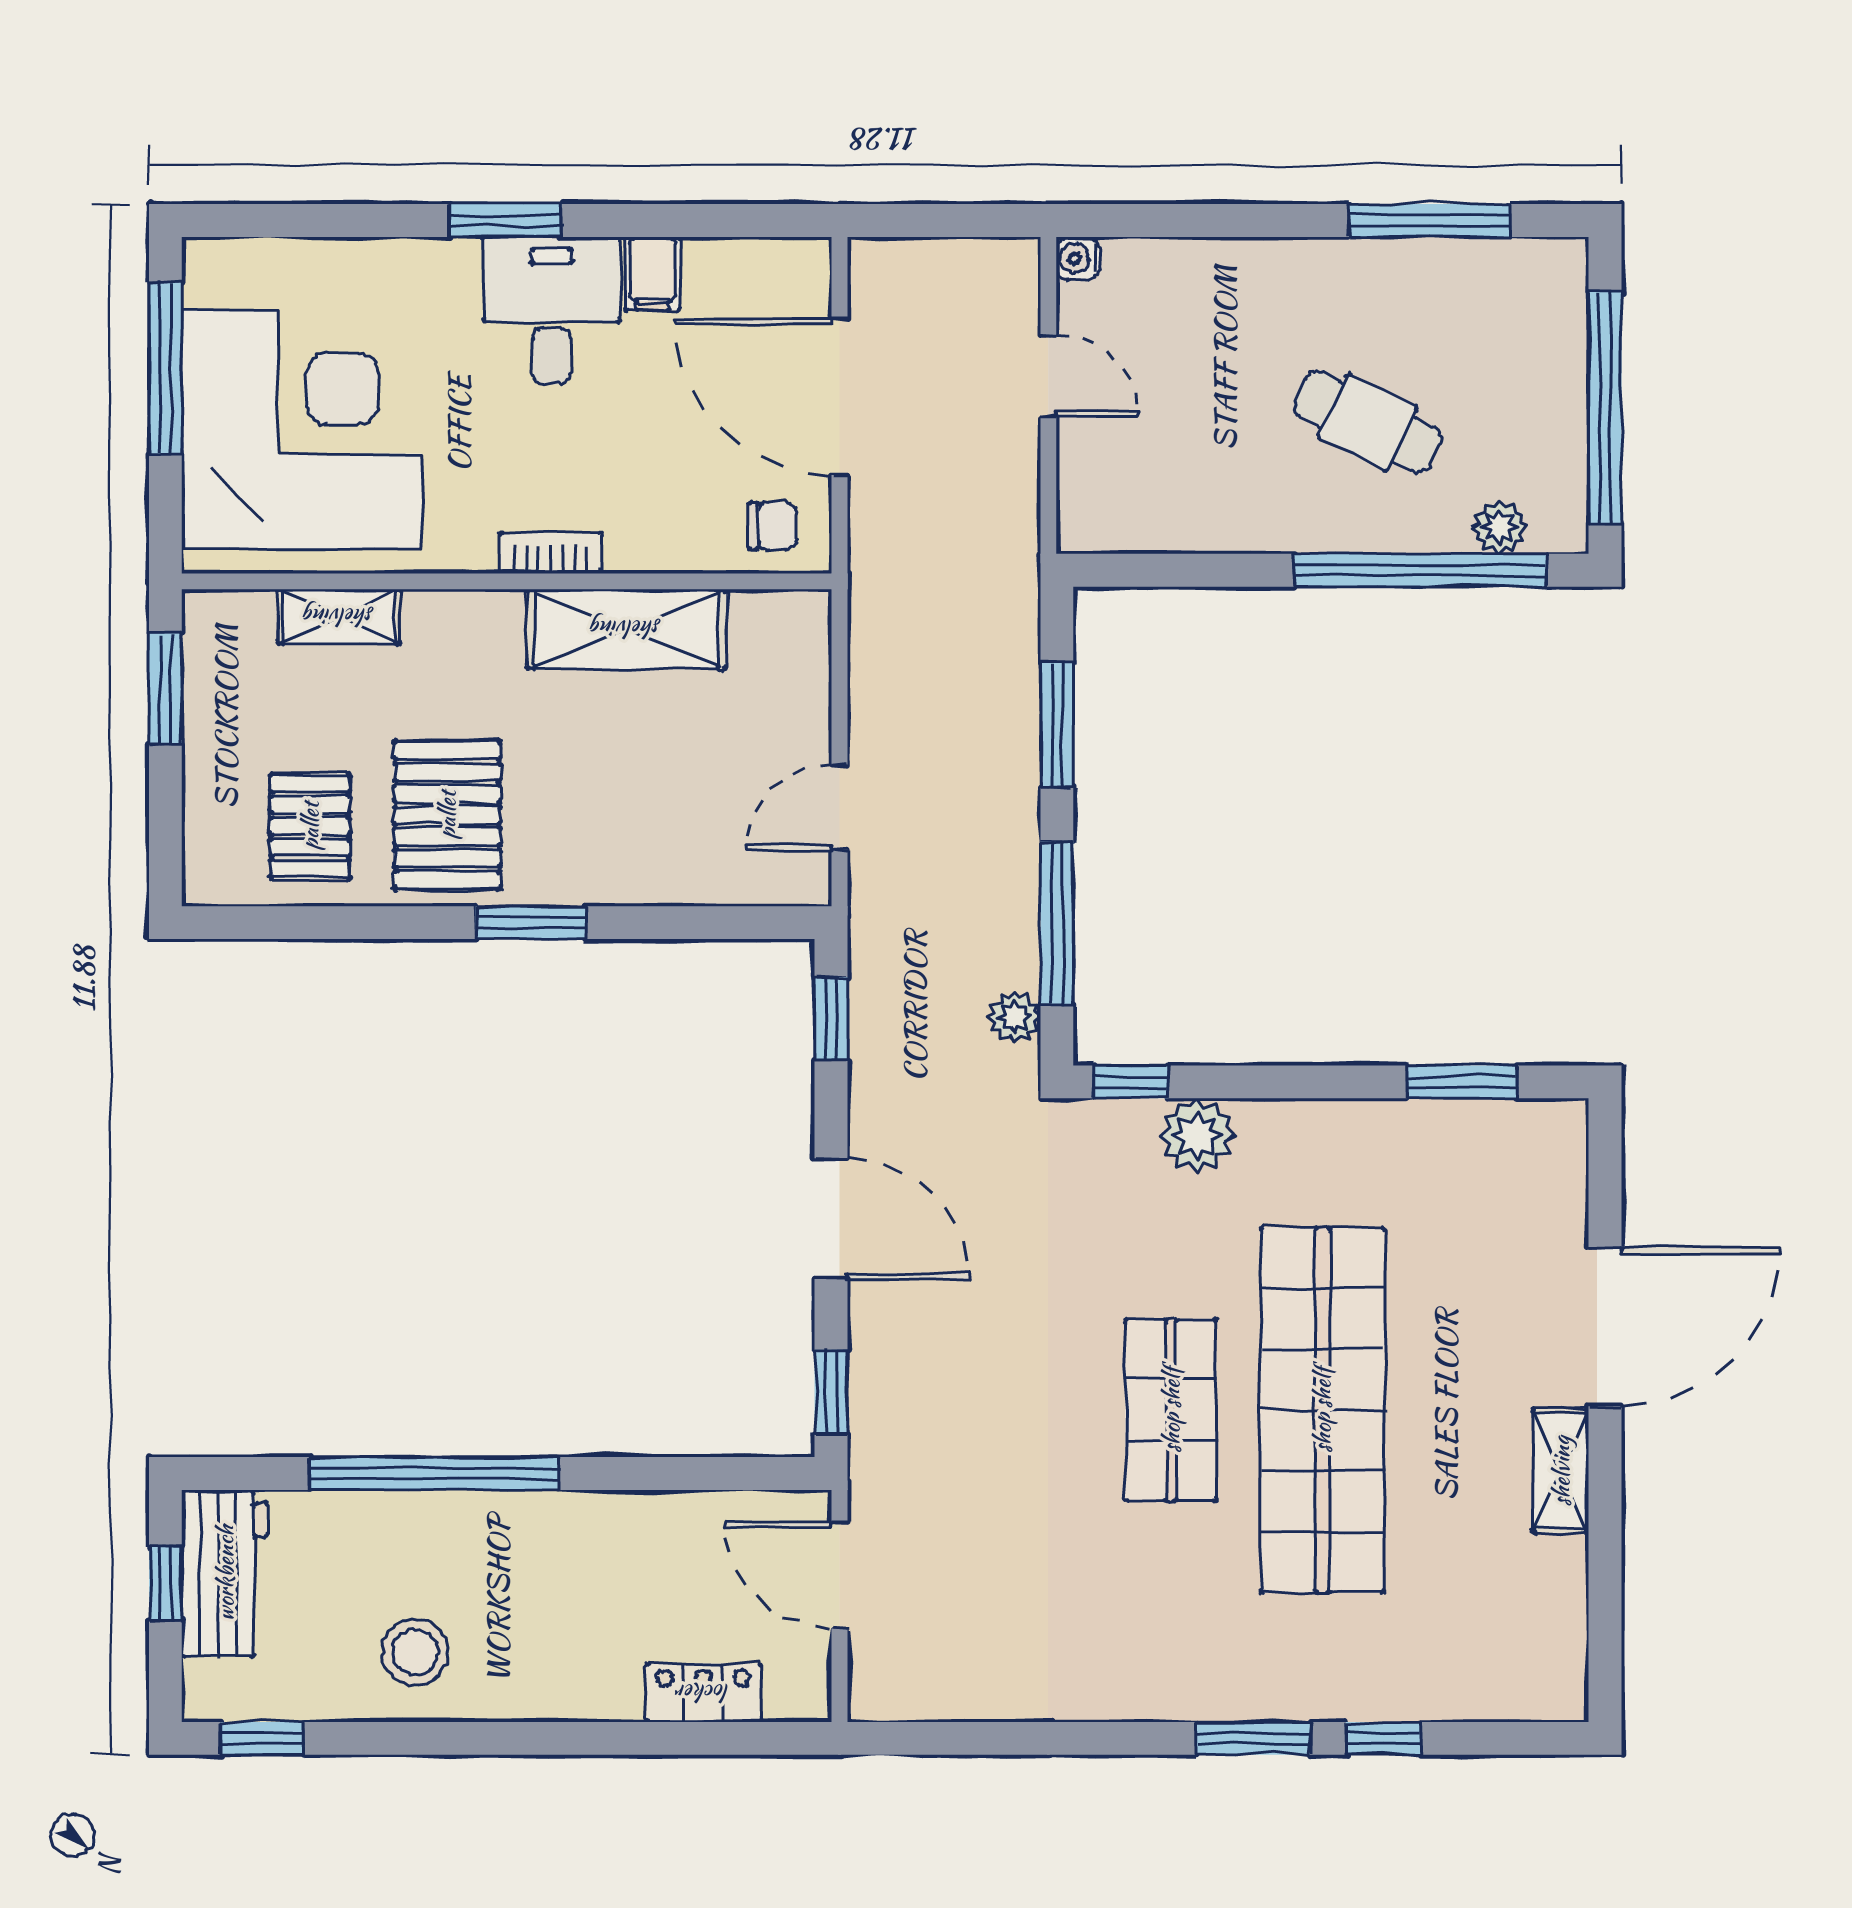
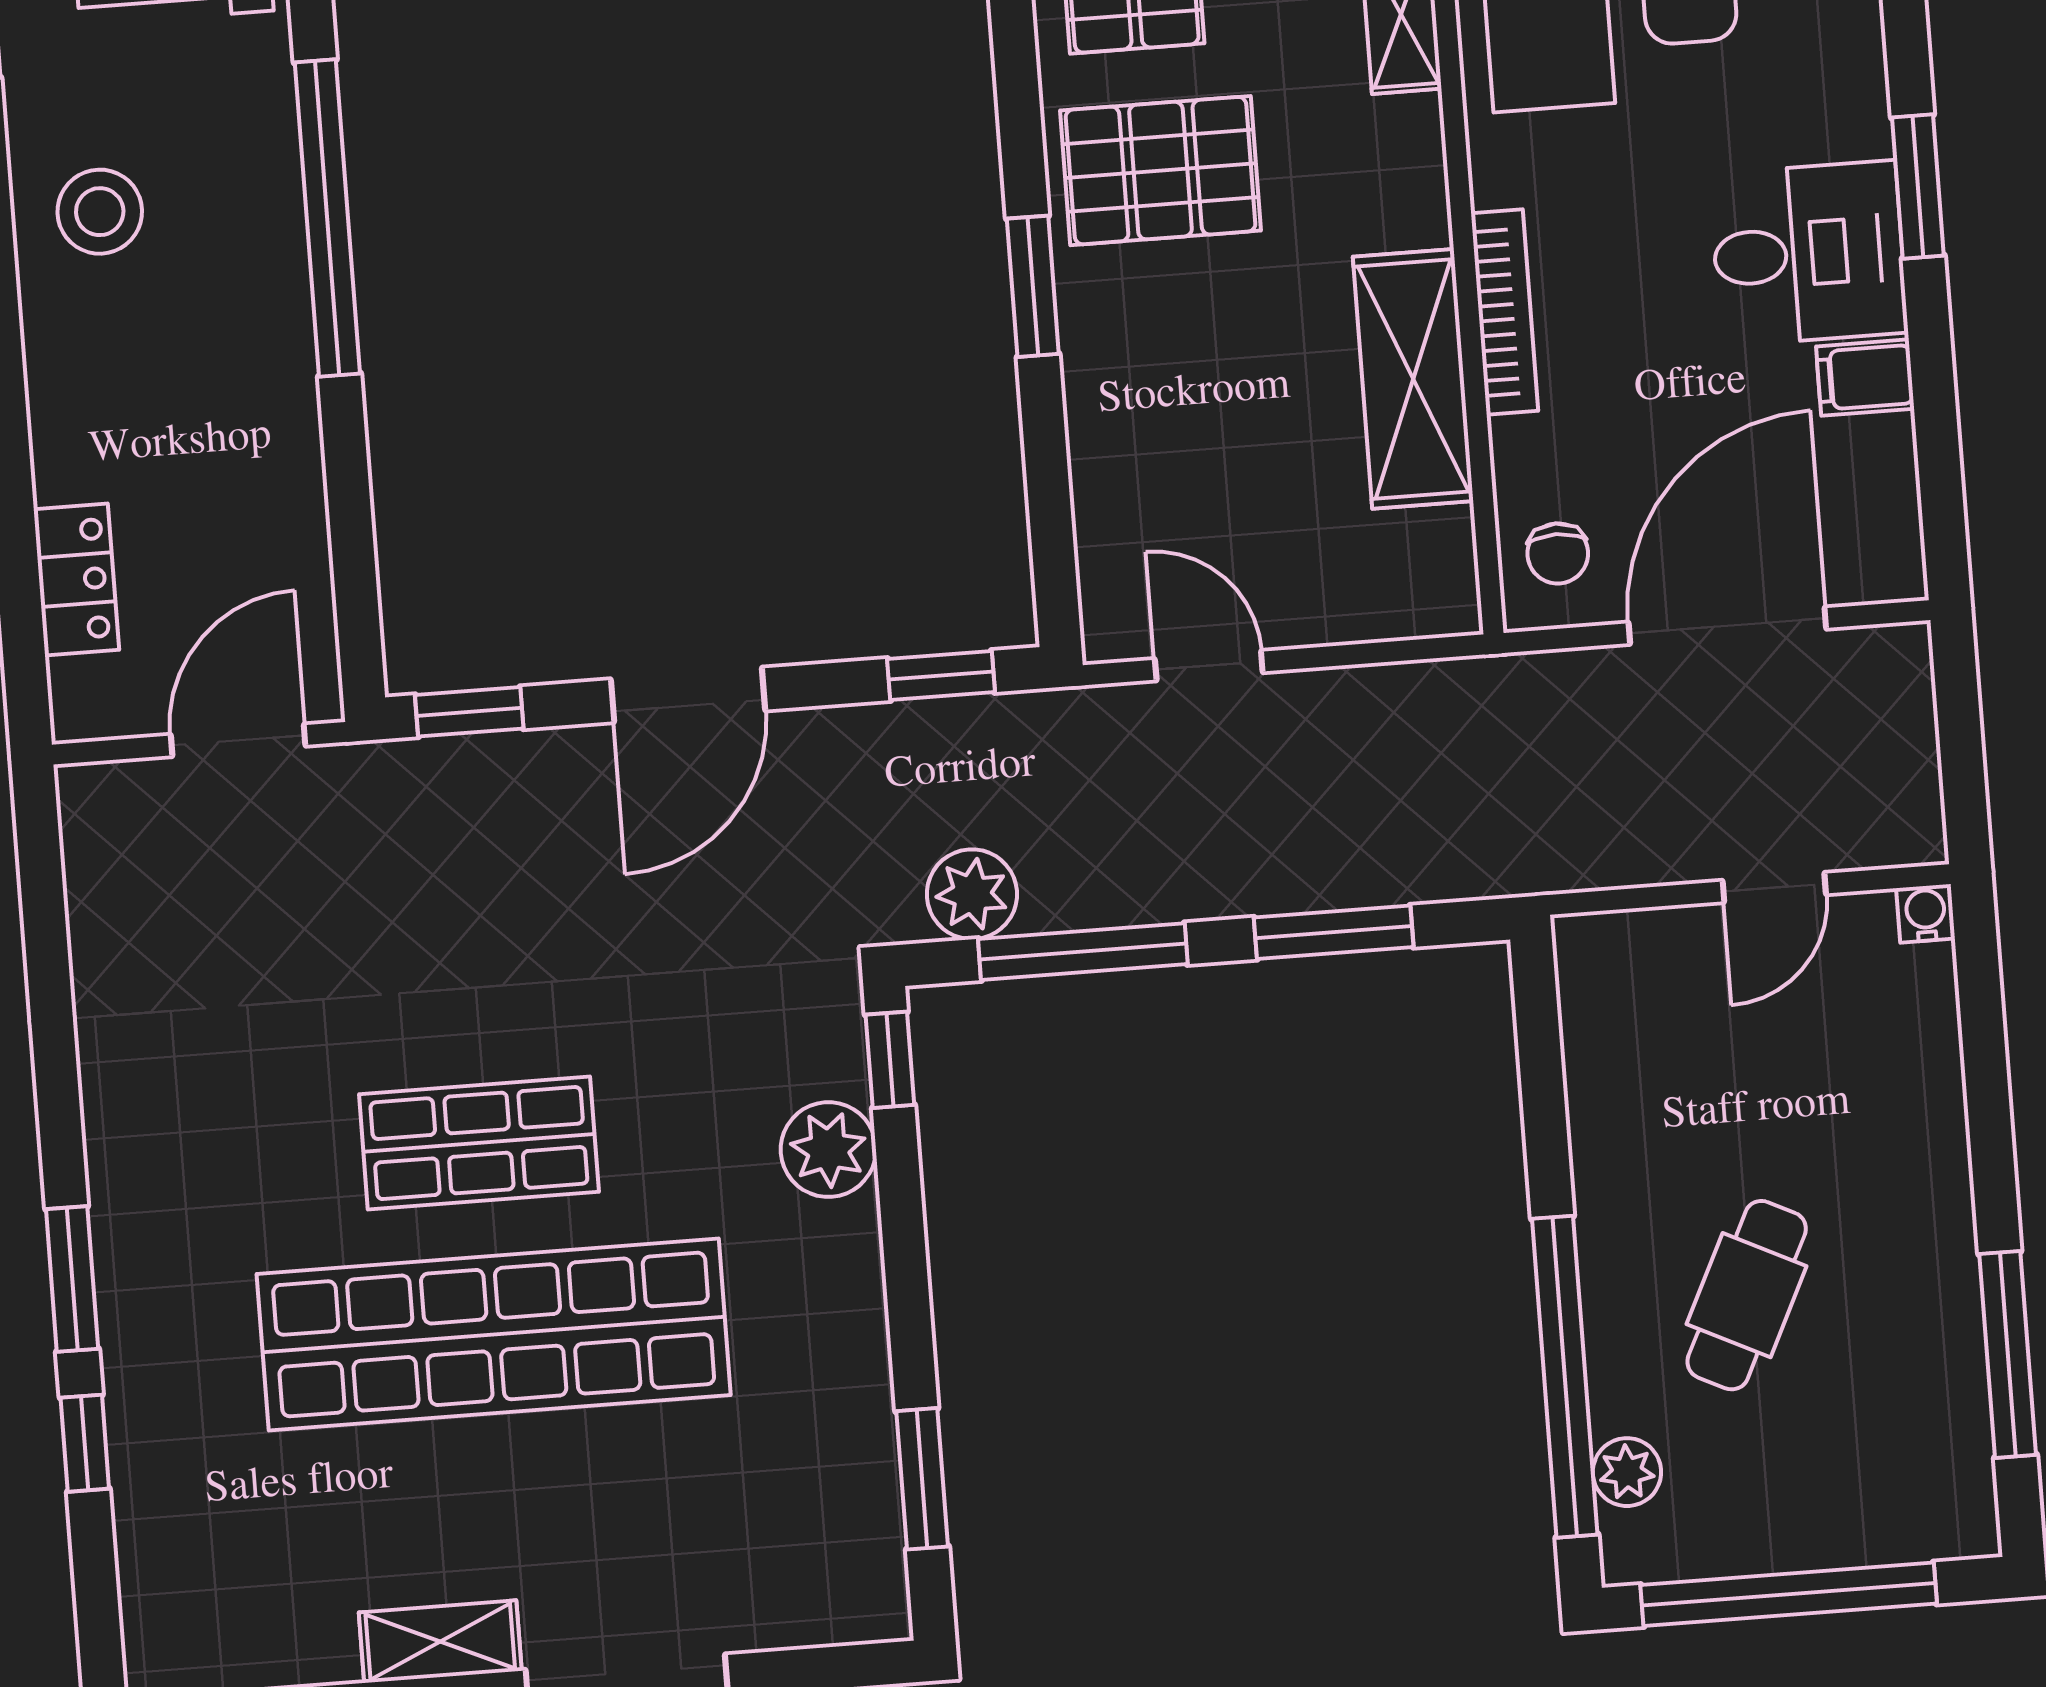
bookcase: (551, 553) -> (1505, 312), width x1.56
plant: (1015, 1017) -> (972, 894), width x1.38, depth x1.38

